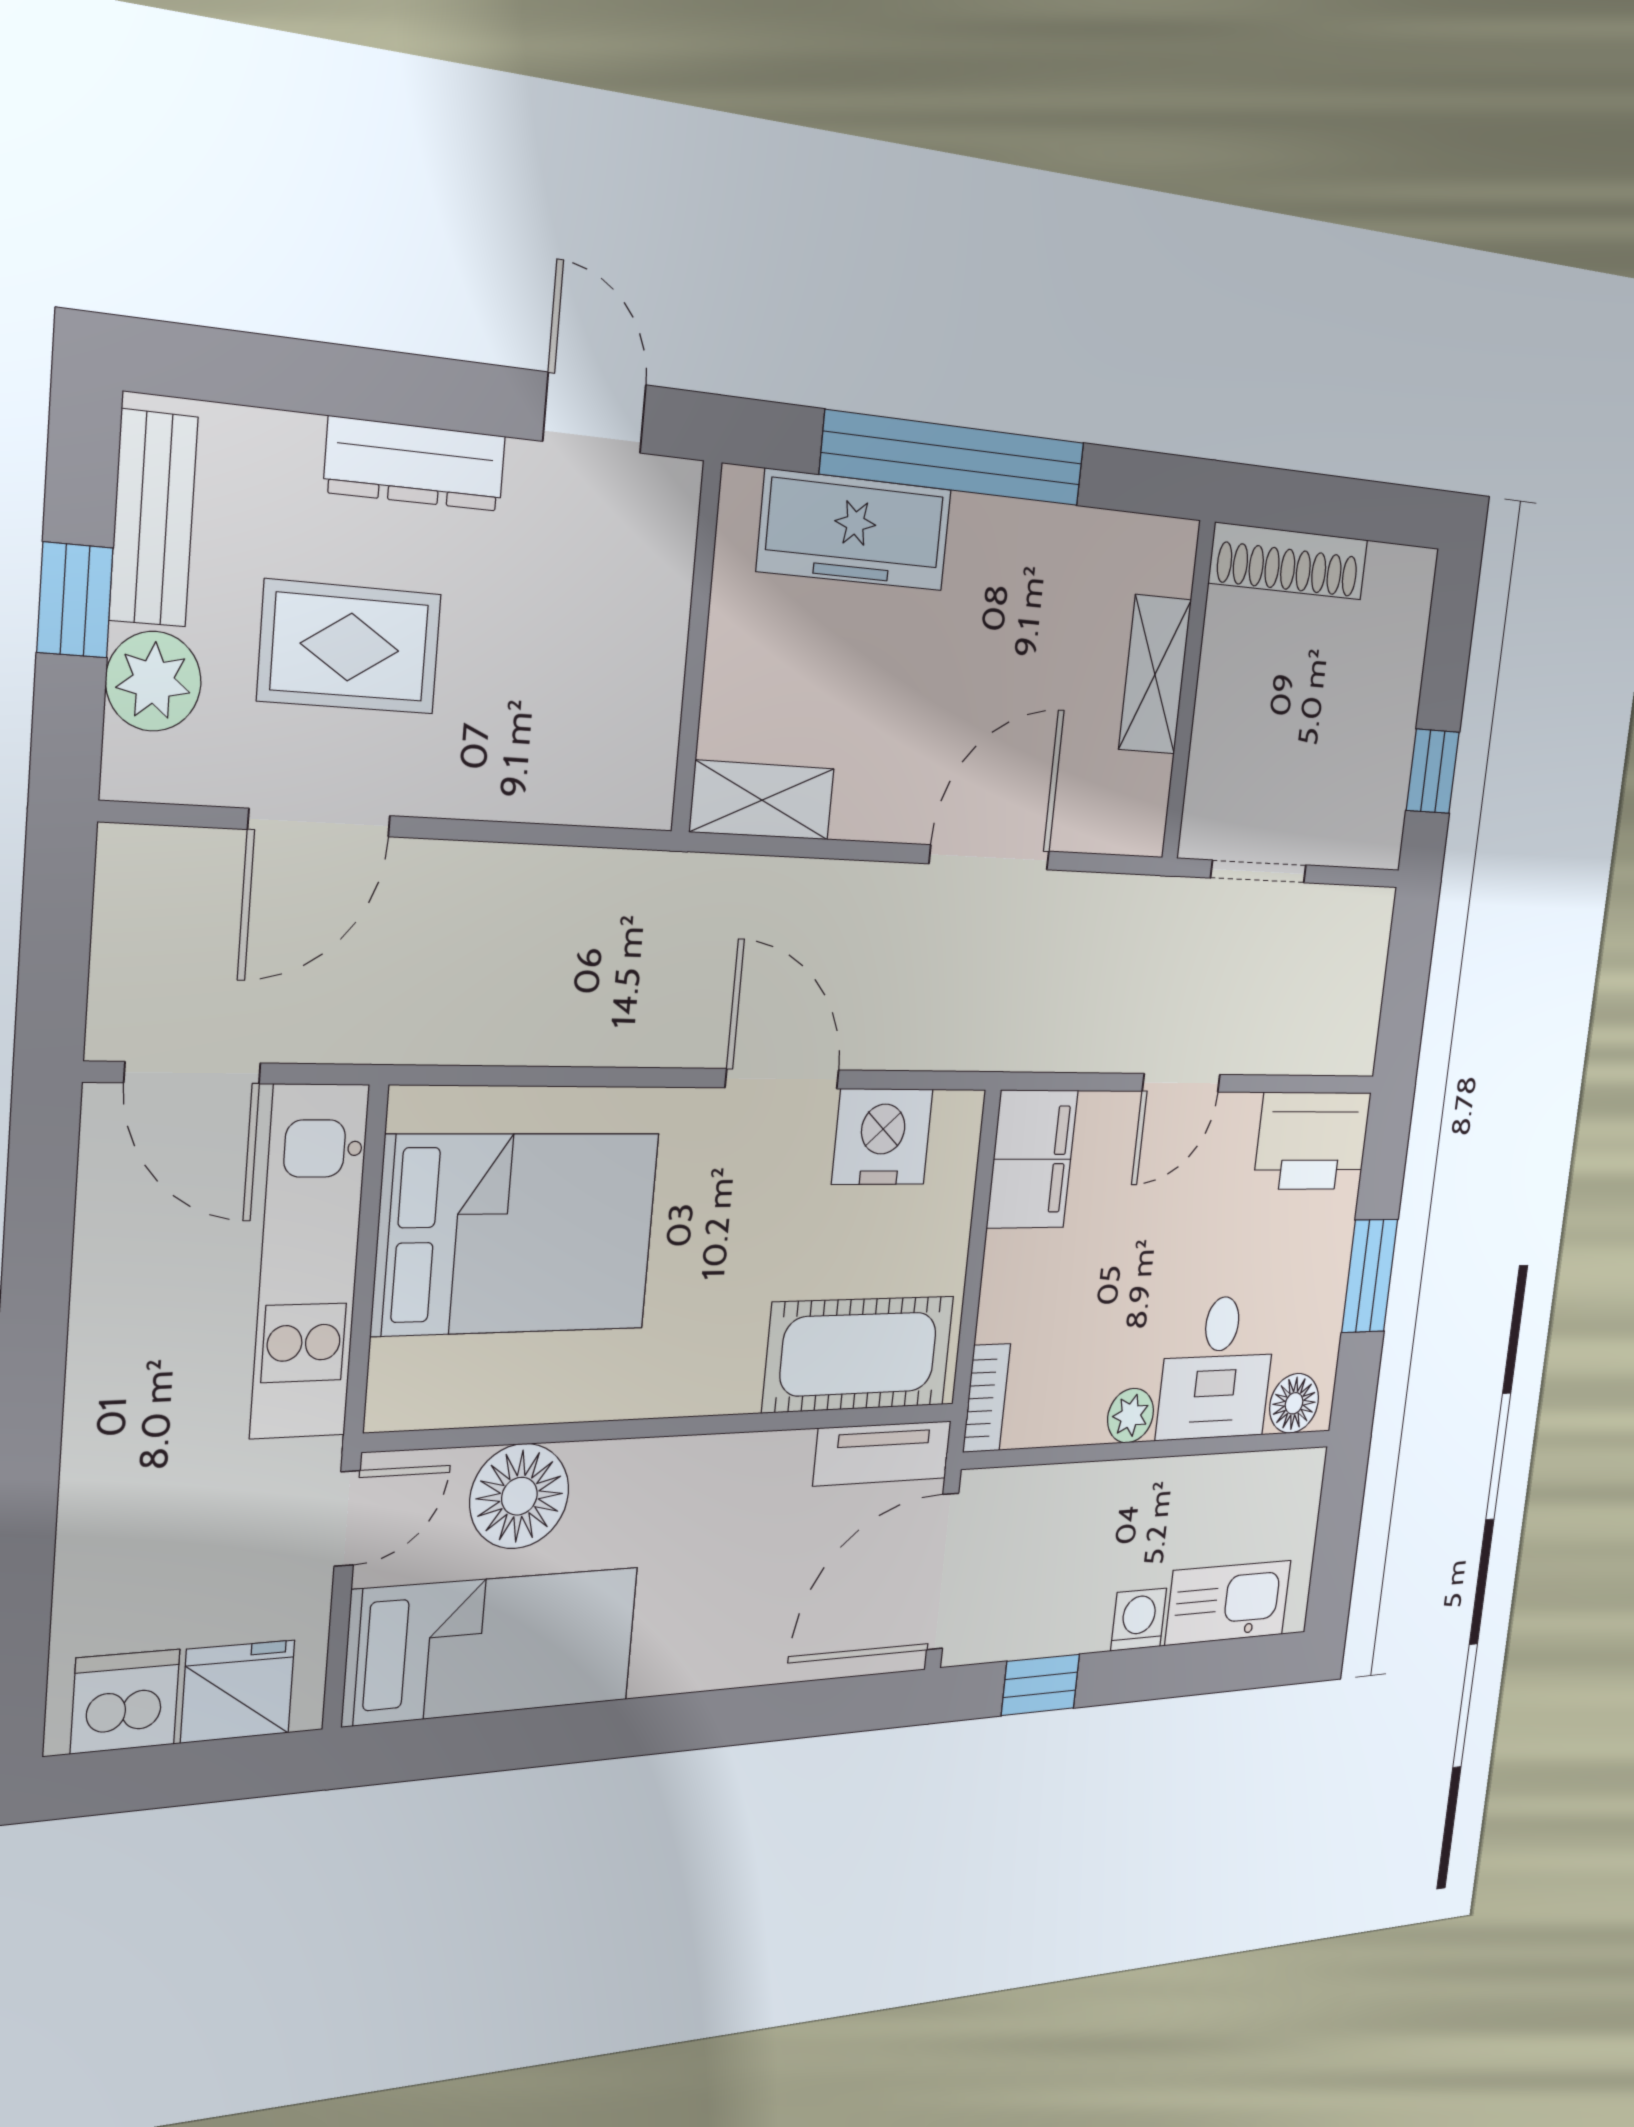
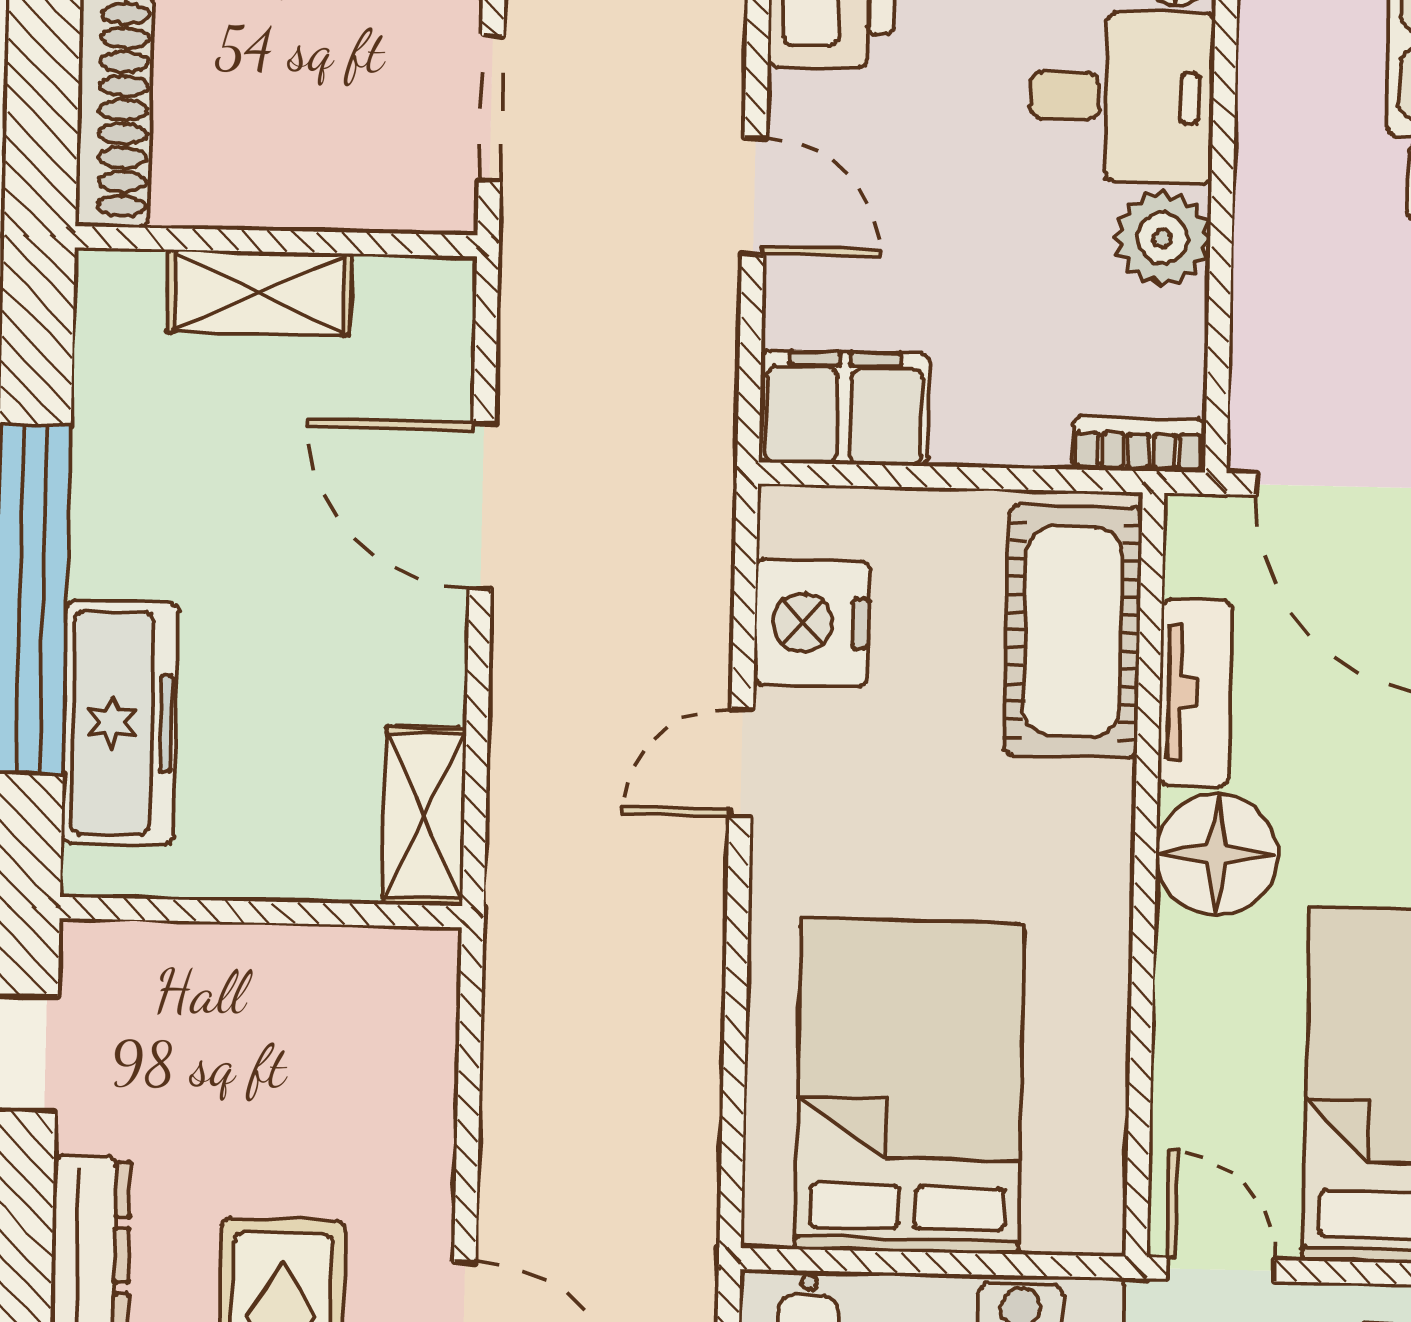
door: (782, 1079) -> (741, 763), width x0.73
plant: (1131, 1416) -> (1162, 238), width x1.38, depth x1.38
tv unit: (883, 1453) -> (1195, 693), moved
floor lamp: (519, 1496) -> (1217, 854), moved

